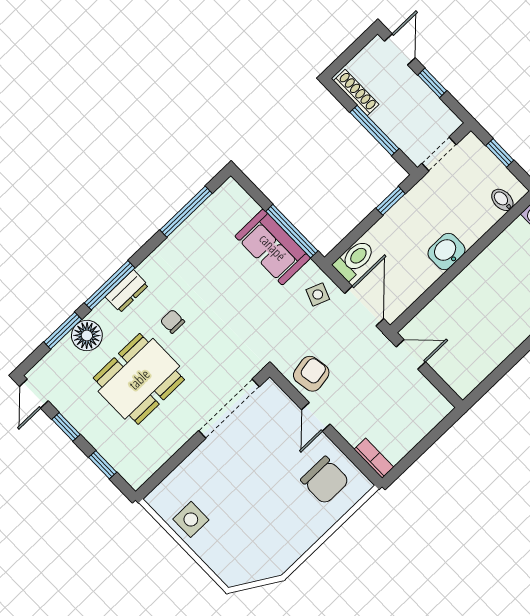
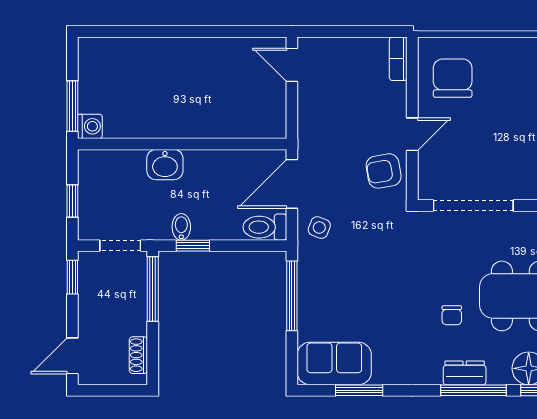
window: (432, 83) -> (72, 277), moved
shoe rack: (356, 92) -> (138, 355), width x0.70
window: (374, 130) -> (153, 289), moved
bidet: (502, 200) -> (181, 227), moved, turned 180
window: (186, 212) -> (359, 390), width x0.69
sofa: (273, 247) -> (334, 363), moved, turned -90
washbasin: (446, 252) -> (165, 165), moved
door: (411, 354) -> (292, 65), moved

